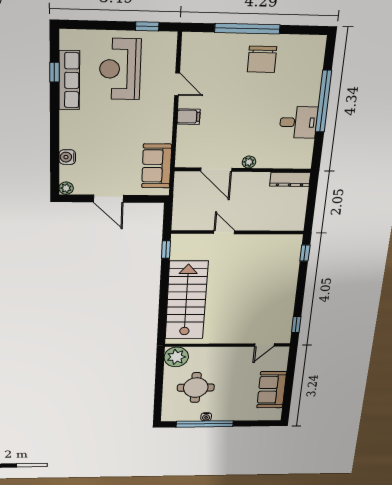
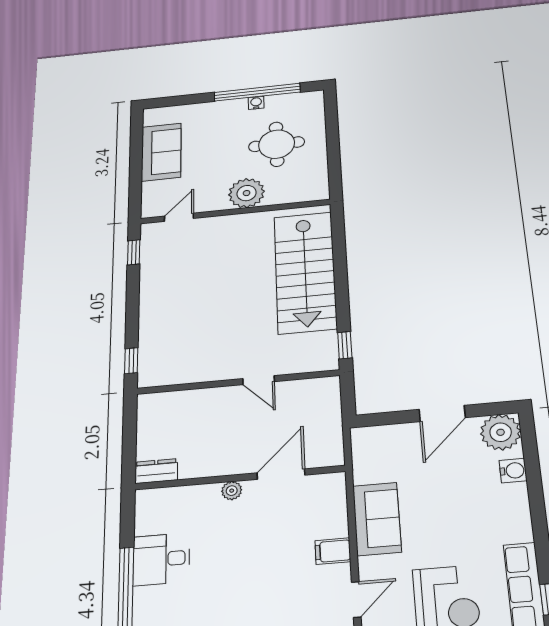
door: (177, 84) -> (356, 600), swing flipped
sofa: (157, 166) -> (377, 519), moved
door: (216, 170) -> (281, 474), hinge flipped
dresser: (290, 179) -> (156, 471), width x0.70
plant: (66, 188) -> (501, 432), width x1.87, depth x1.87
door: (108, 199) -> (442, 414), swing flipped
plant: (176, 357) -> (247, 193), moved

